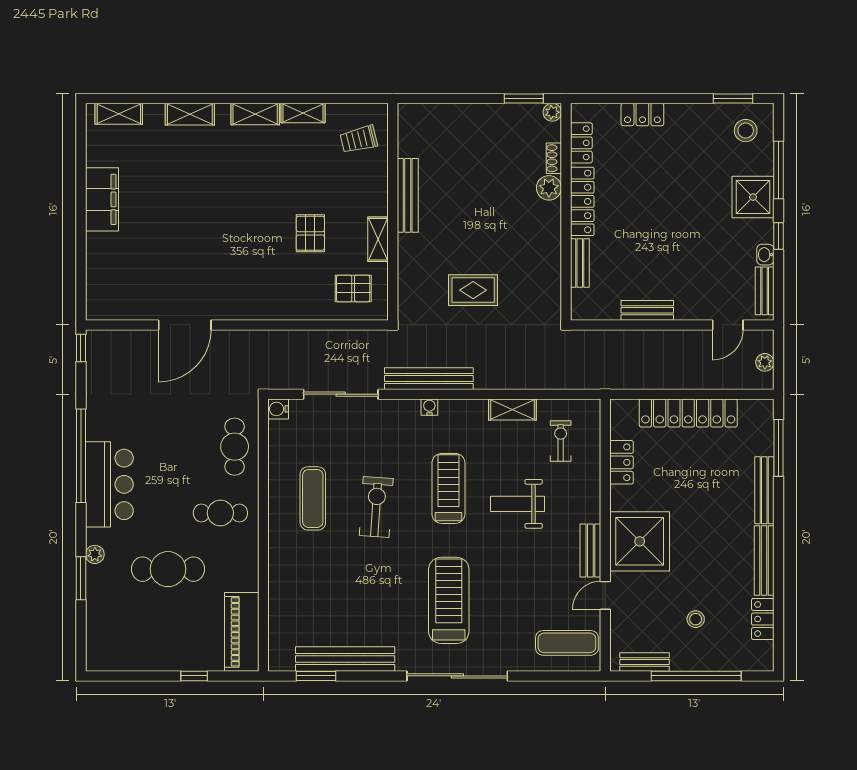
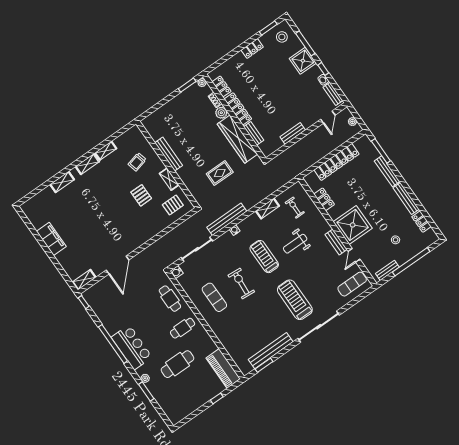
shelving: (119, 114) -> (84, 280), moved
locker: (642, 114) -> (252, 49), moved
trolley: (359, 139) -> (137, 162), moved
wardrobe: (545, 253) -> (237, 139), added

